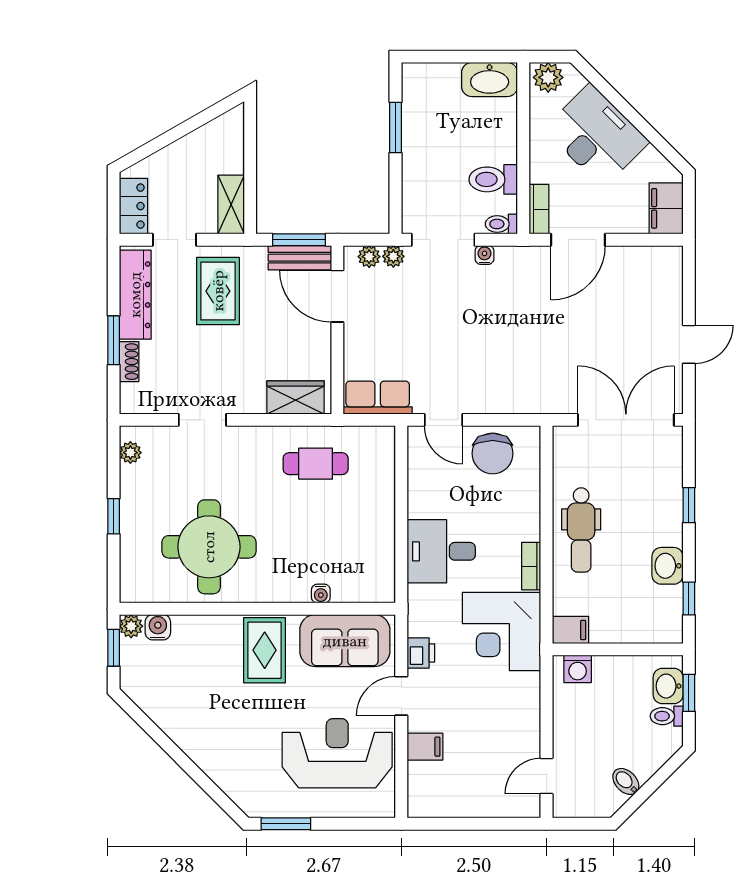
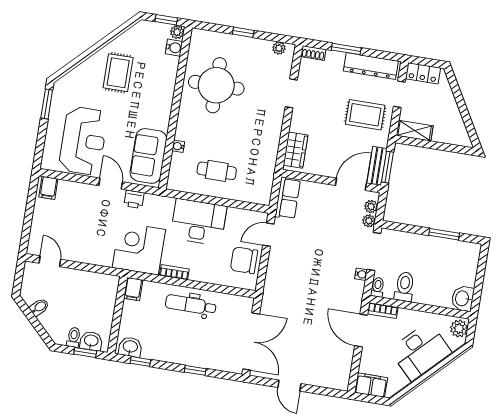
washbasin: (490, 80) -> (463, 298), width x0.72
shoe rack: (129, 362) -> (313, 53), moved
cafe table: (316, 464) -> (217, 171), moved, turned 90
desk: (441, 551) -> (198, 222), width x1.37
washbasin: (668, 566) -> (130, 347), moved
rug: (265, 650) -> (118, 73), moved, turned 90
washing machine: (578, 669) -> (110, 290), removed
filing cabinet: (425, 747) -> (48, 188), moved

